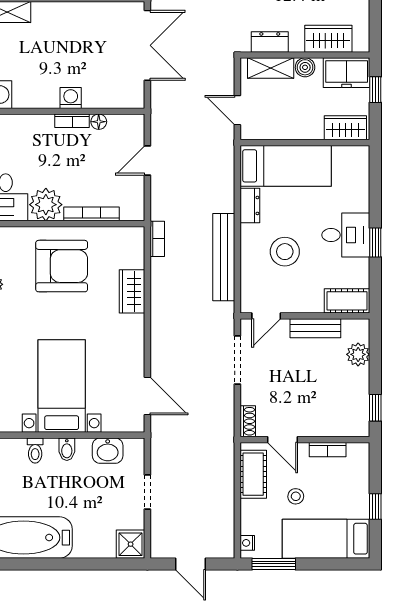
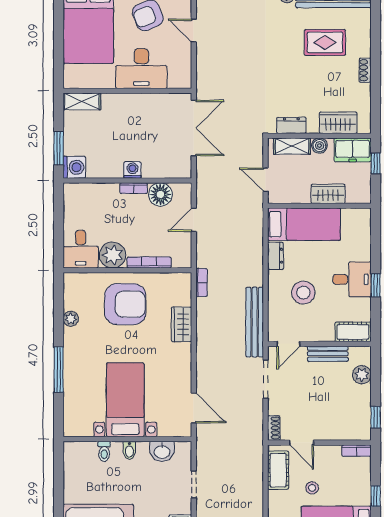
floor lamp: (99, 122) -> (160, 194), width x1.89, depth x1.89
wardrobe: (345, 128) -> (328, 194), moved
bench: (224, 257) -> (255, 322), moved
bookcase: (328, 450) -> (356, 451), moved

